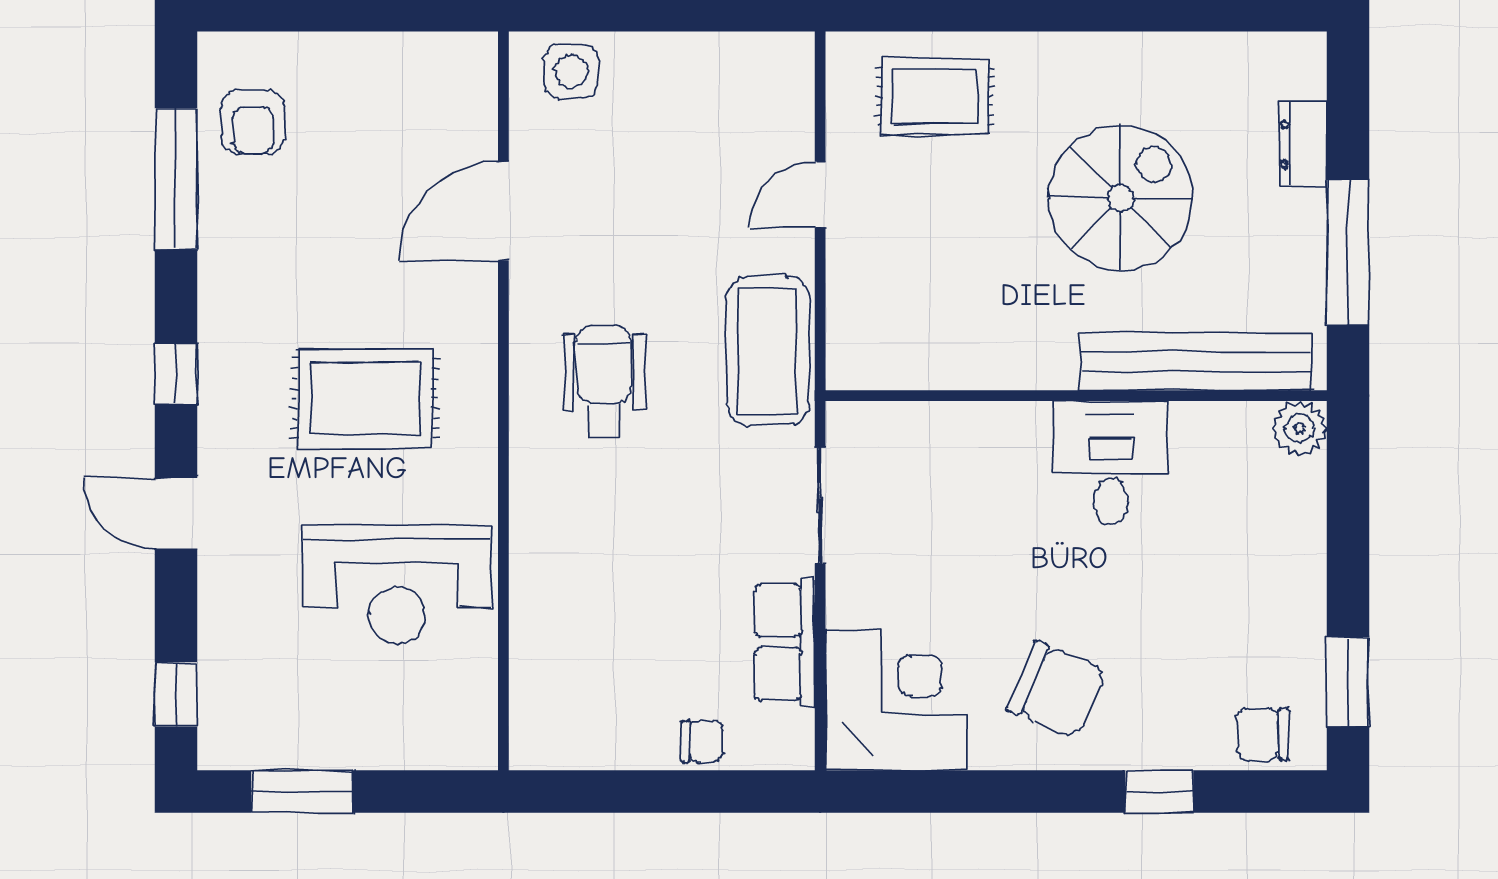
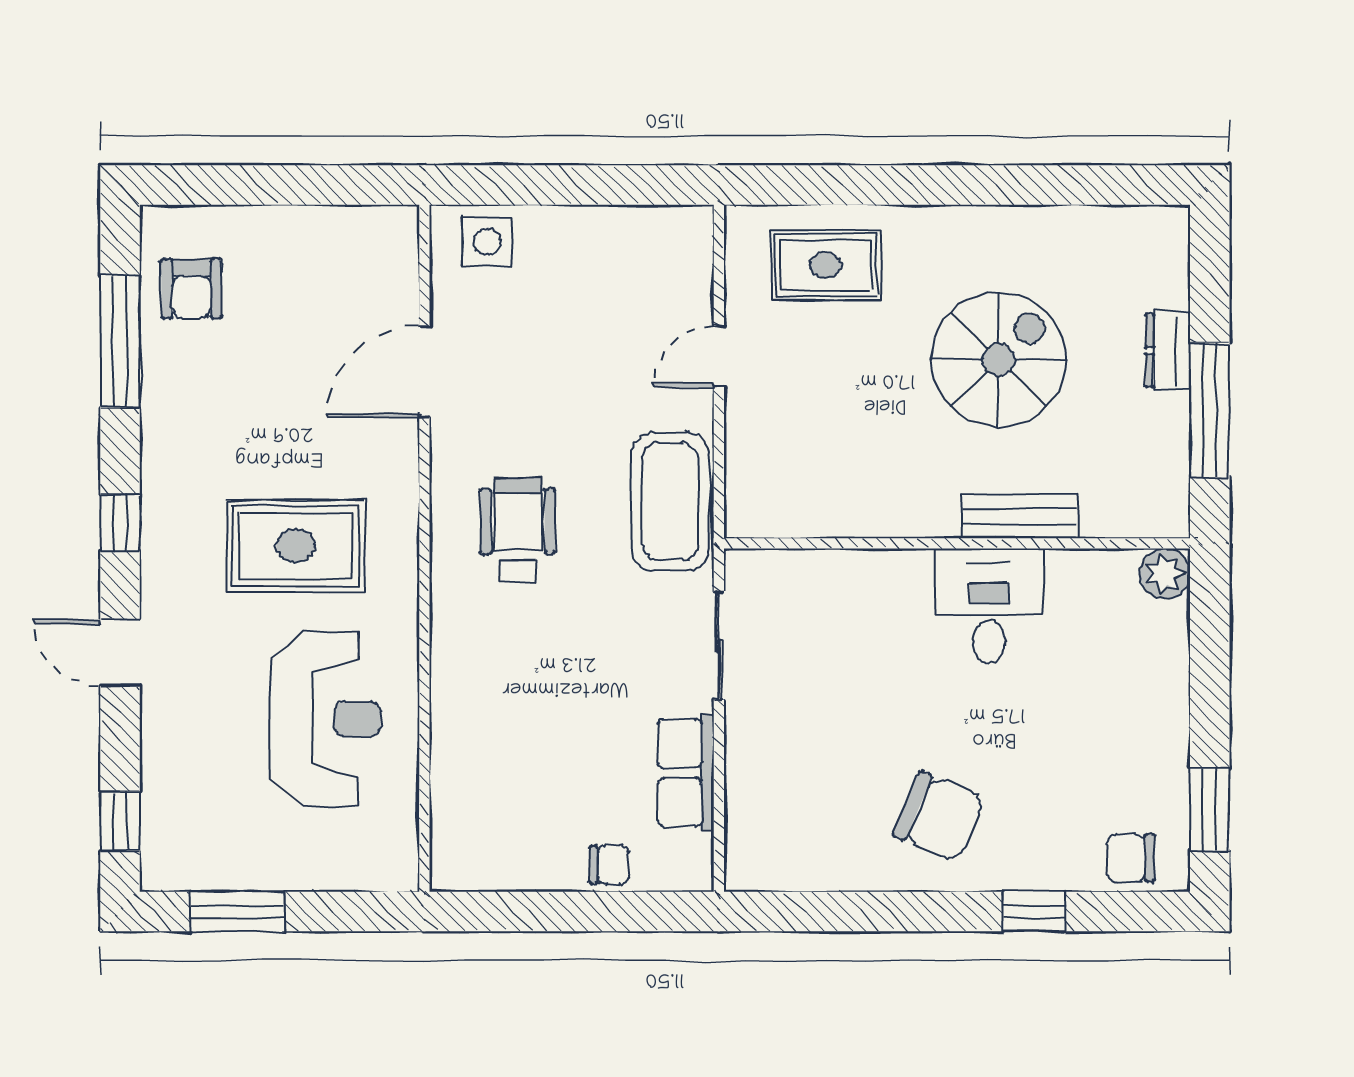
dresser: (1303, 144) -> (1168, 351), moved
bench: (1197, 362) -> (1019, 516), width x0.54, depth x0.82
reception desk: (397, 584) -> (326, 719), turned -90
corner desk: (896, 700) -> (789, 826), removed

